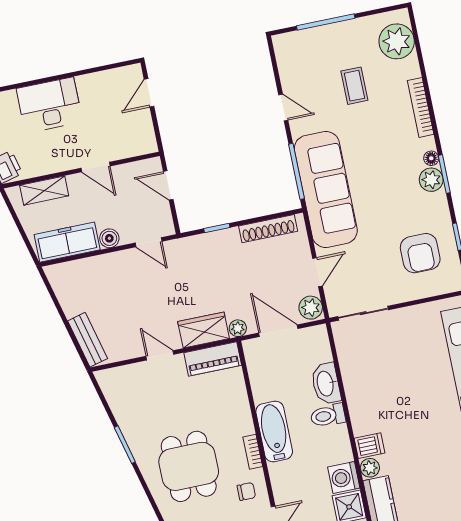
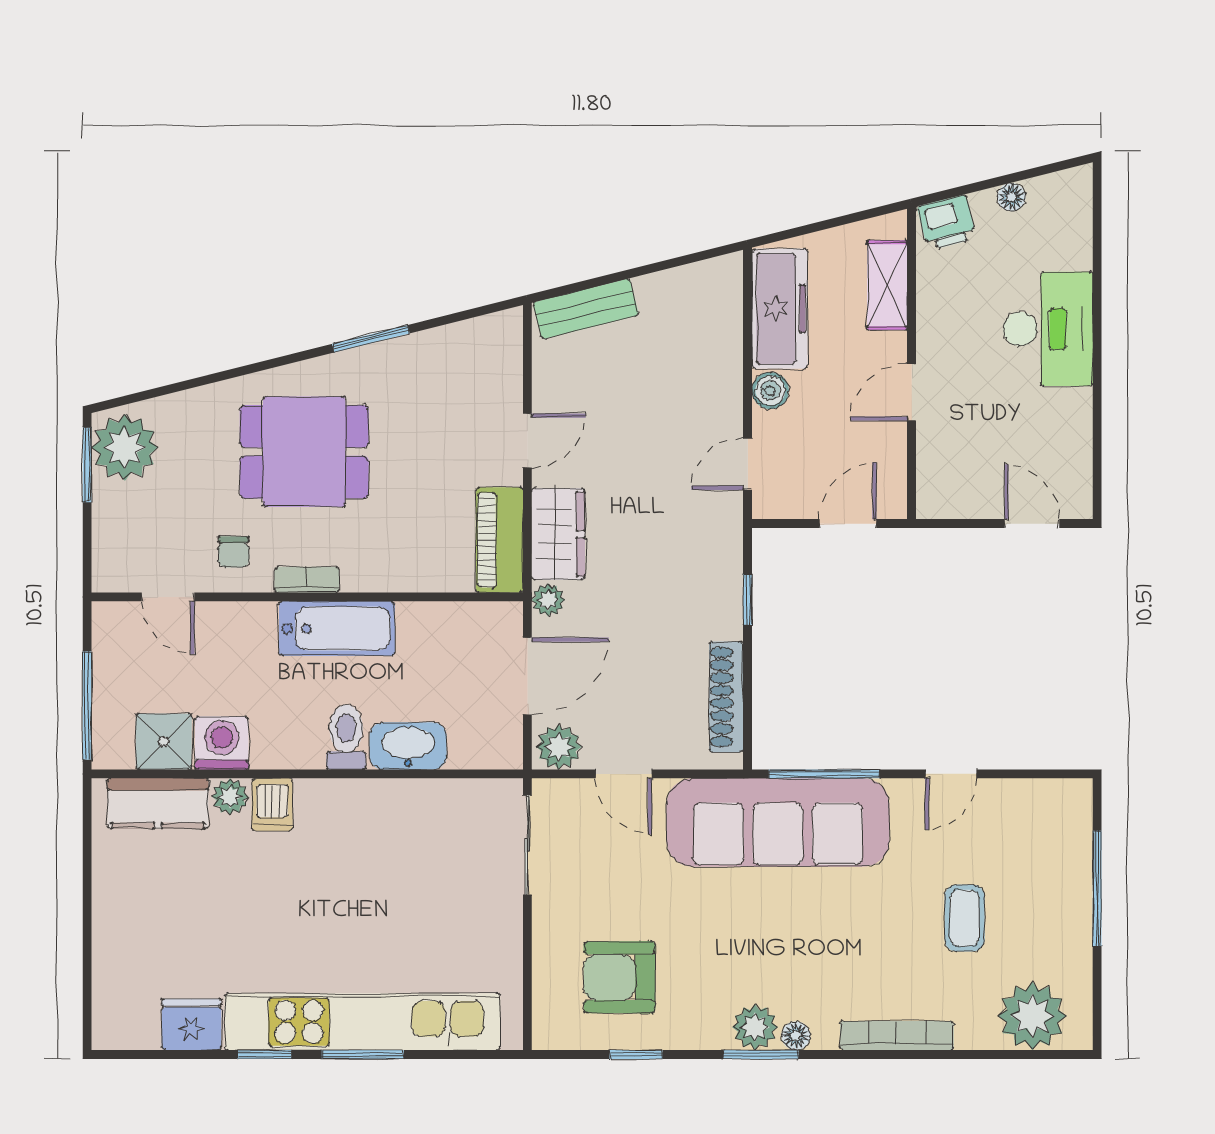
coffee table: (354, 86) -> (965, 918), turned 90

